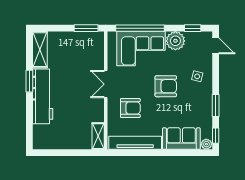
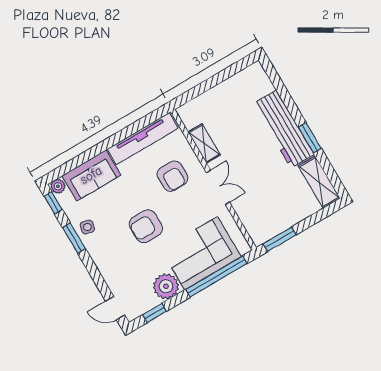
side table: (197, 76) -> (87, 227), moved
armchair: (130, 108) -> (172, 176), turned -90
shelving: (98, 136) -> (204, 143), moved

